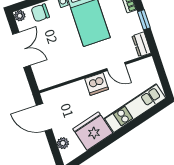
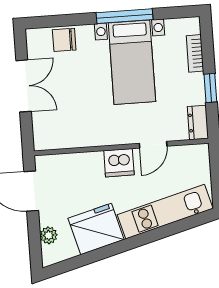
plant: (20, 16) -> (34, 36), removed
door: (116, 66) -> (153, 145), hinge flipped

